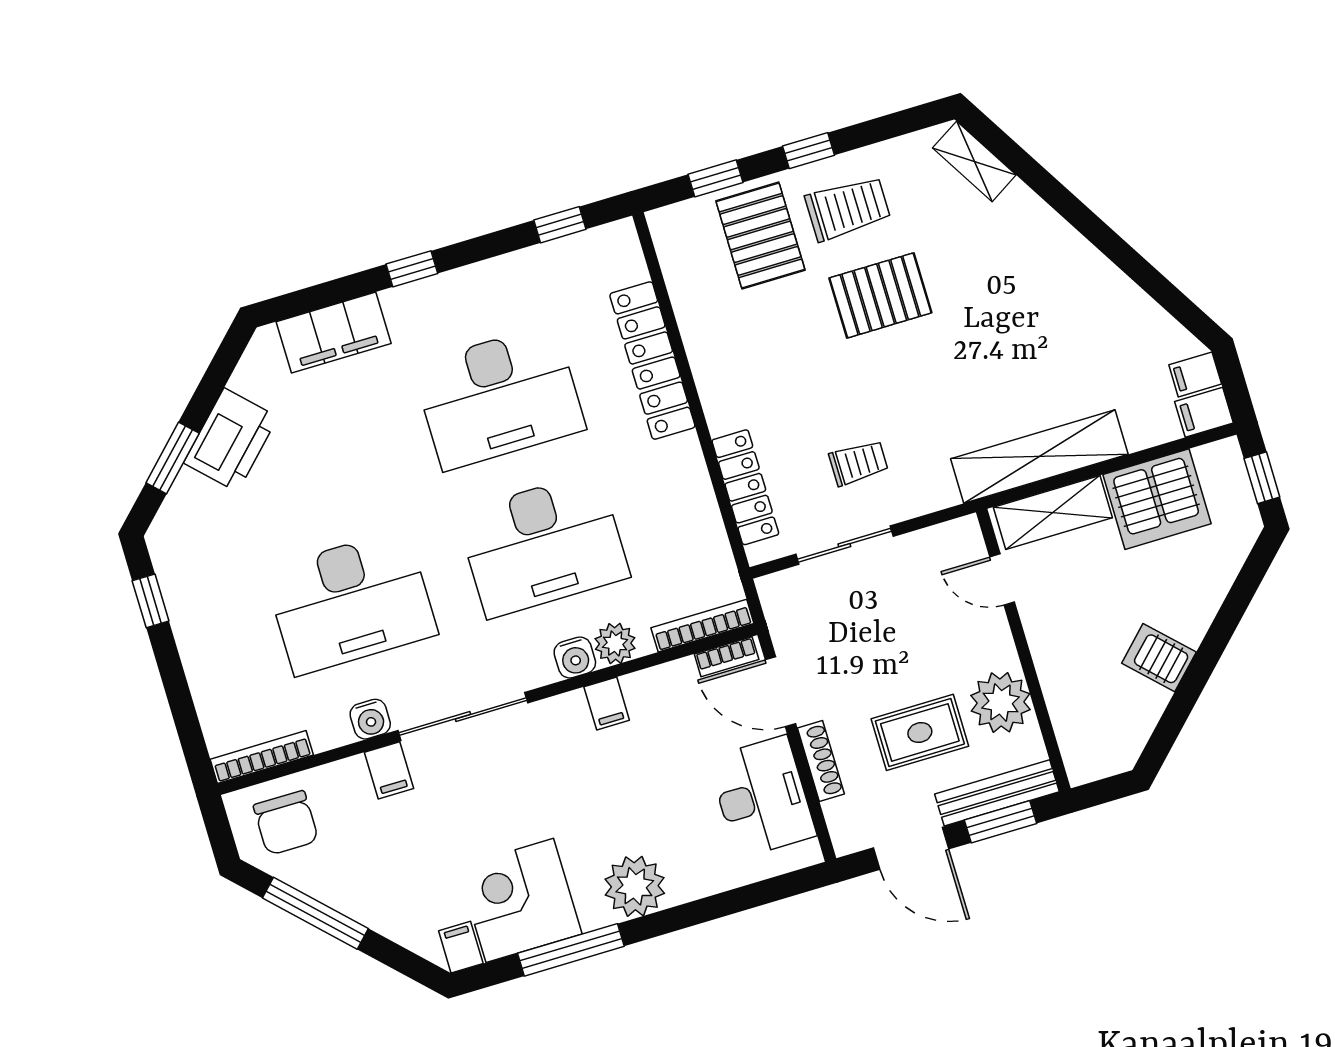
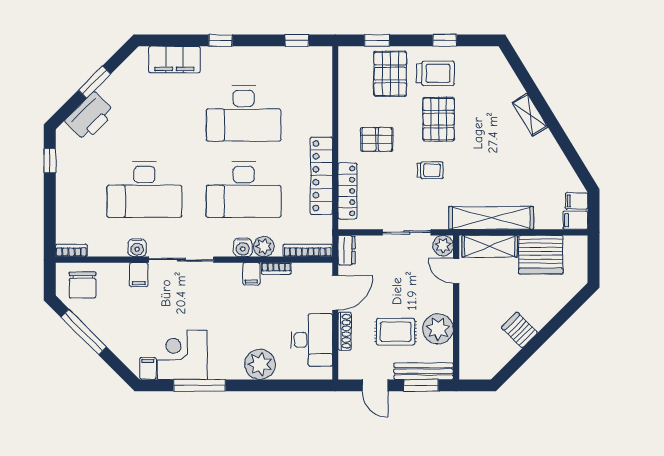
window: (808, 151) -> (445, 40), moved
shelving: (974, 161) -> (530, 115), moved
pallet: (880, 295) -> (439, 119), turned 90
locker: (652, 361) -> (321, 176), moved
pallet: (773, 370) -> (377, 139), added
printer: (231, 440) -> (90, 117), moved
window: (173, 458) -> (95, 82), moved
trolley: (858, 463) -> (430, 170), moved
window: (1262, 478) -> (594, 259), removed
plant: (962, 538) -> (443, 246), added
sliding door: (844, 545) -> (407, 232), moved
dresser: (778, 603) -> (347, 250), added
bookcase: (727, 657) -> (276, 269), moved
door: (780, 692) -> (335, 293), swing flipped
bookcase: (262, 757) -> (71, 250), width x0.64
door: (911, 848) -> (375, 385), width x0.73
plant: (635, 886) -> (260, 364), moved

